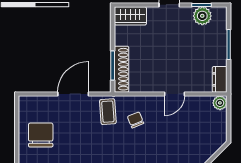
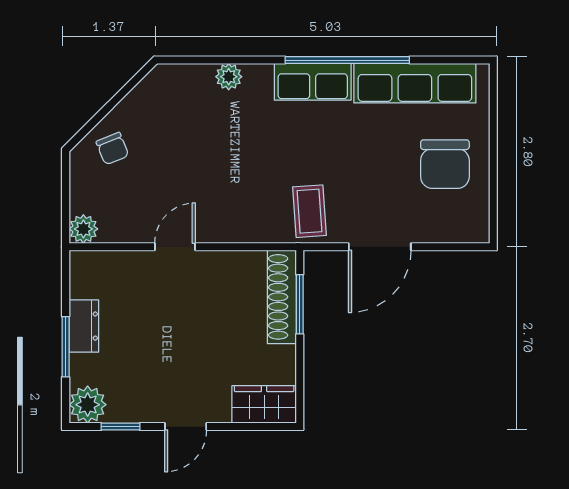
plant: (202, 16) -> (88, 405), moved
dresser: (220, 79) -> (84, 326), moved
chair: (136, 120) -> (112, 149), moved

